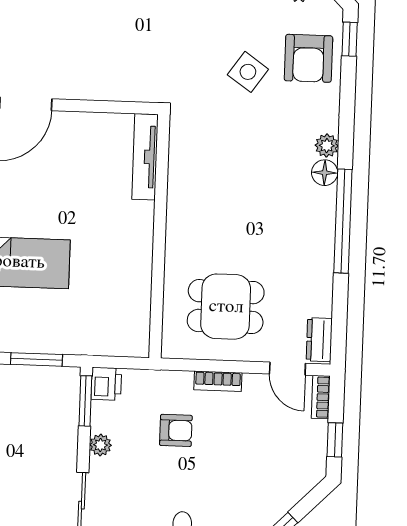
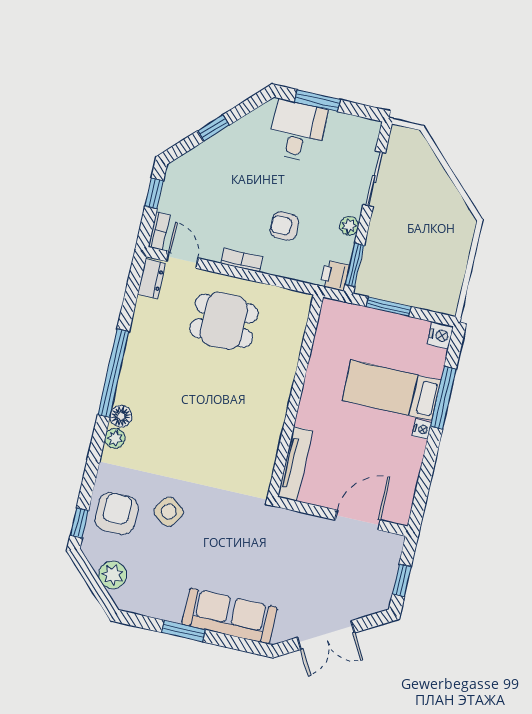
tv unit: (145, 157) -> (295, 464), moved
wall: (159, 236) -> (296, 396), moved

